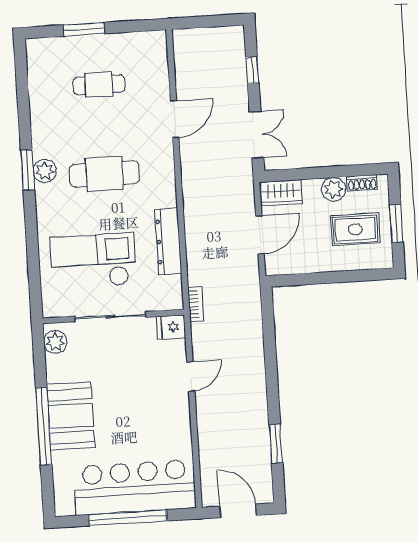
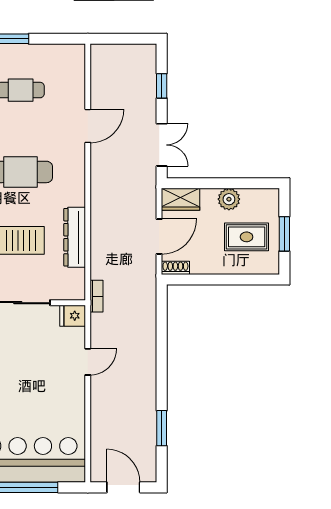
shoe rack: (362, 183) -> (175, 268), moved, turned 180

